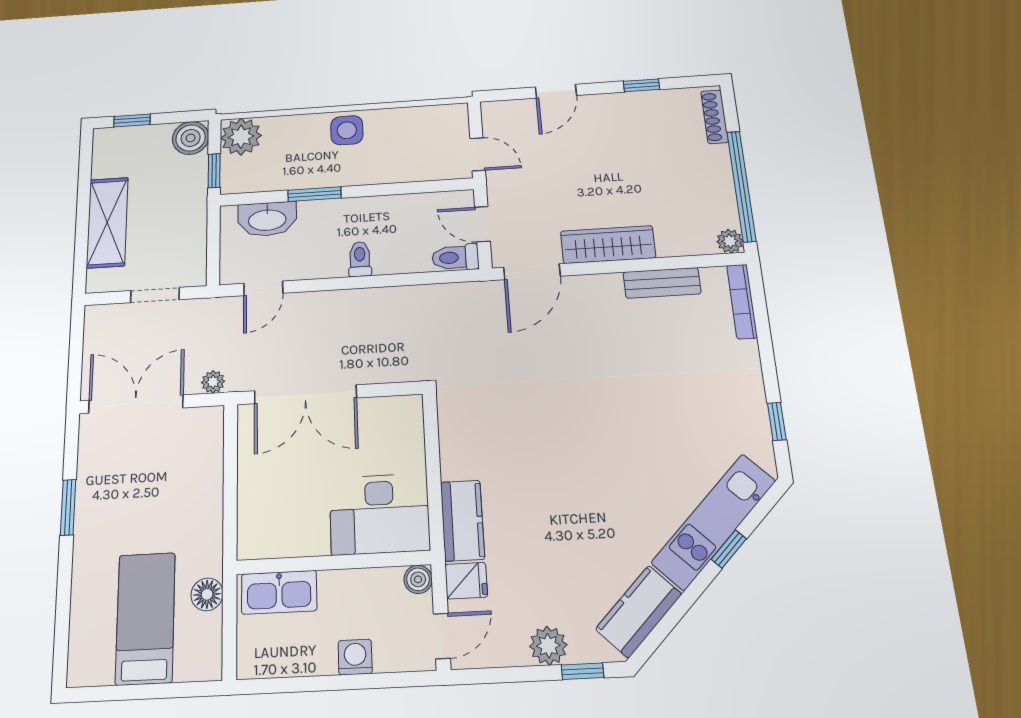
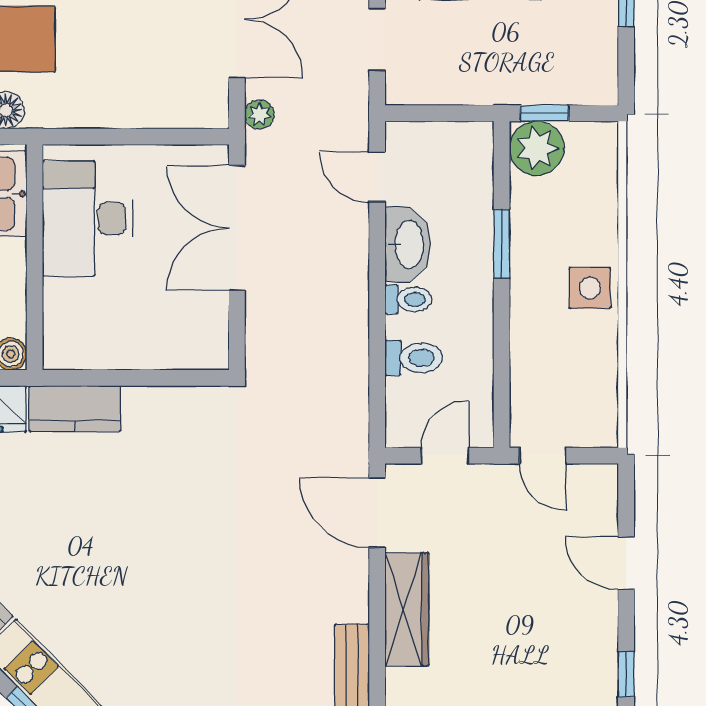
plant: (241, 137) -> (537, 148), moved
boiler: (191, 138) -> (594, 81), removed
door: (478, 154) -> (543, 456), hinge flipped
washbasin: (267, 219) -> (408, 244), moved, turned 180
toilet: (455, 257) -> (414, 358), moved, turned 90
desk: (380, 514) -> (88, 219), moved

